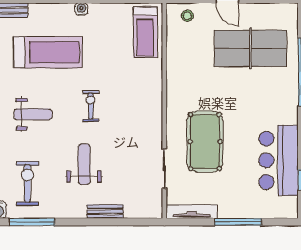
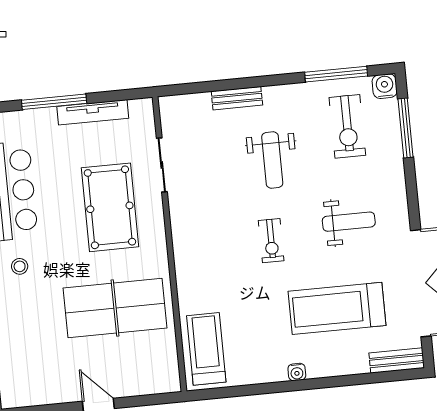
stool: (187, 16) -> (20, 266), moved
table tennis table: (250, 48) -> (115, 308), moved
weight bench: (33, 114) -> (349, 222), turned 180
tv unit: (192, 212) -> (93, 112), moved

